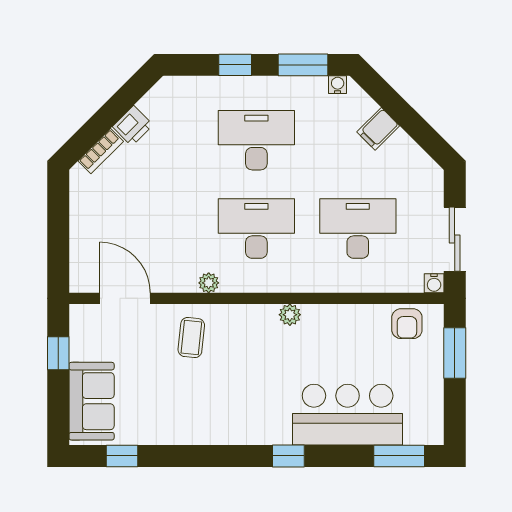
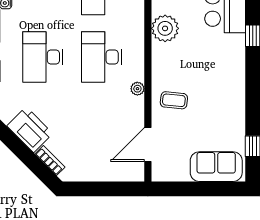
printer: (133, 126) -> (30, 130), width x1.87, depth x1.48
plant: (290, 315) -> (165, 28), width x1.87, depth x1.87
window: (58, 353) -> (184, 189), removed

